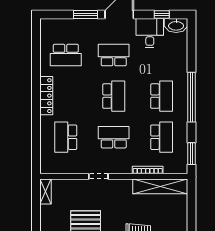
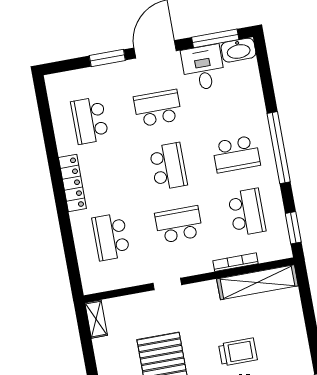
window: (162, 15) -> (215, 38), width x2.17
school desk: (66, 55) -> (90, 120), turned 90
school desk: (162, 96) -> (236, 154), turned 90

